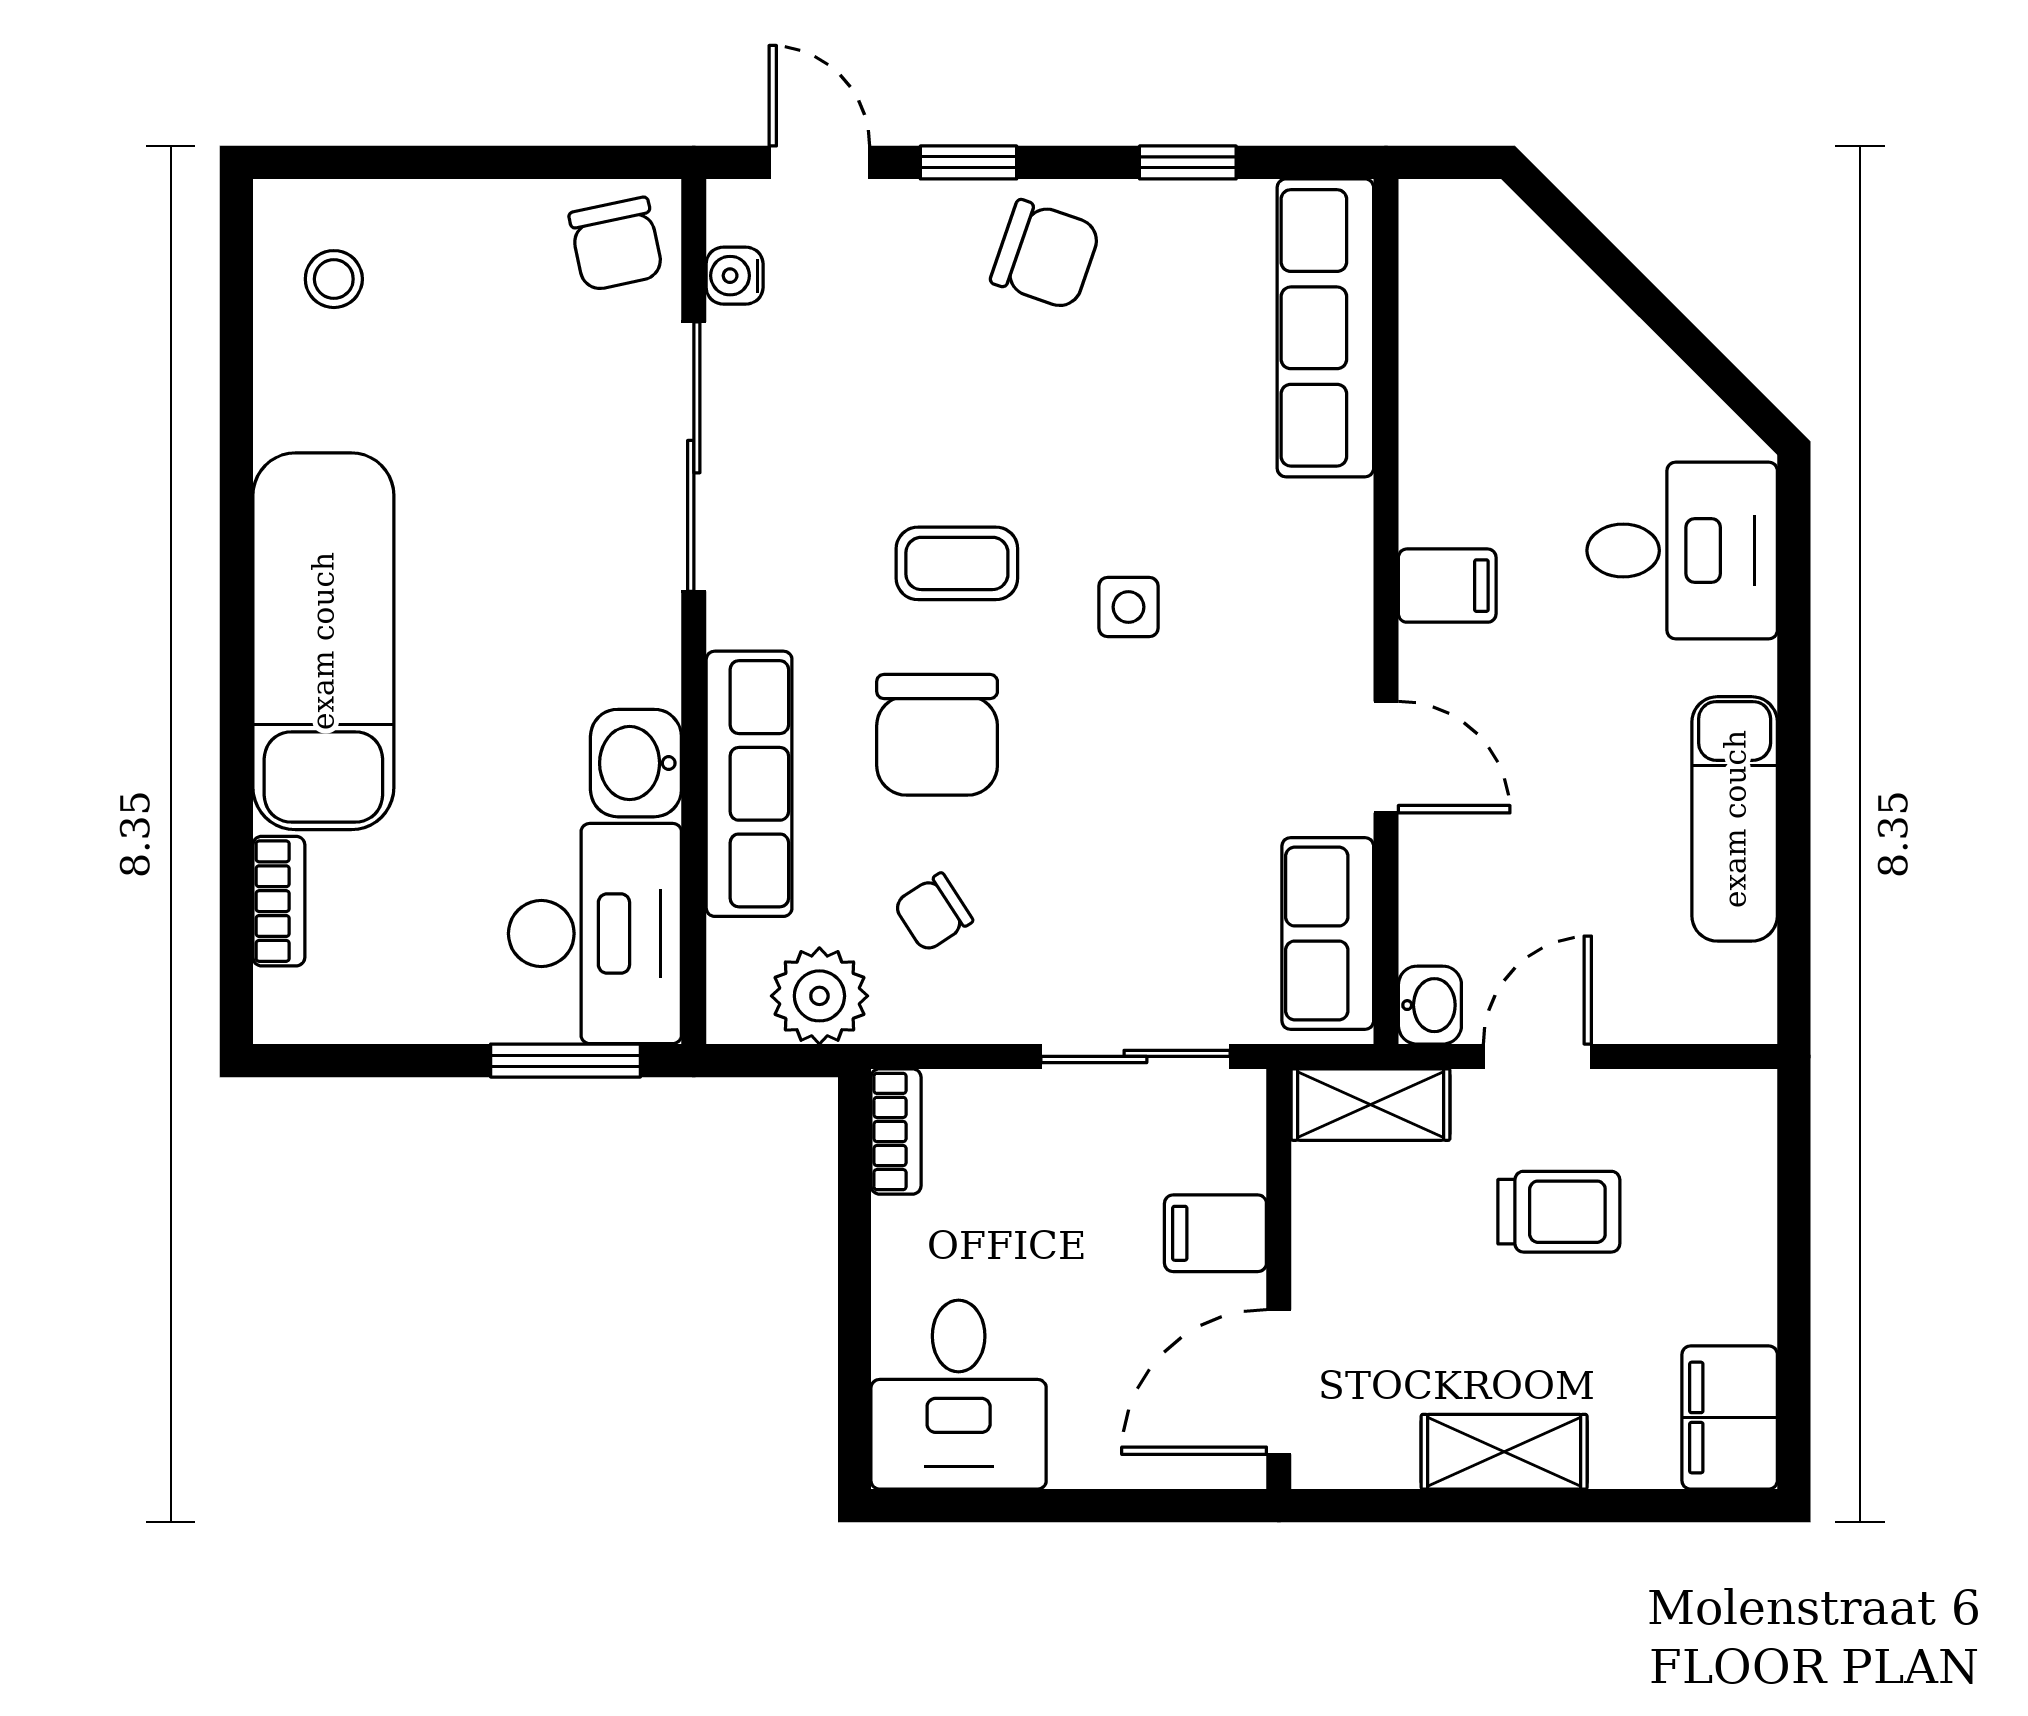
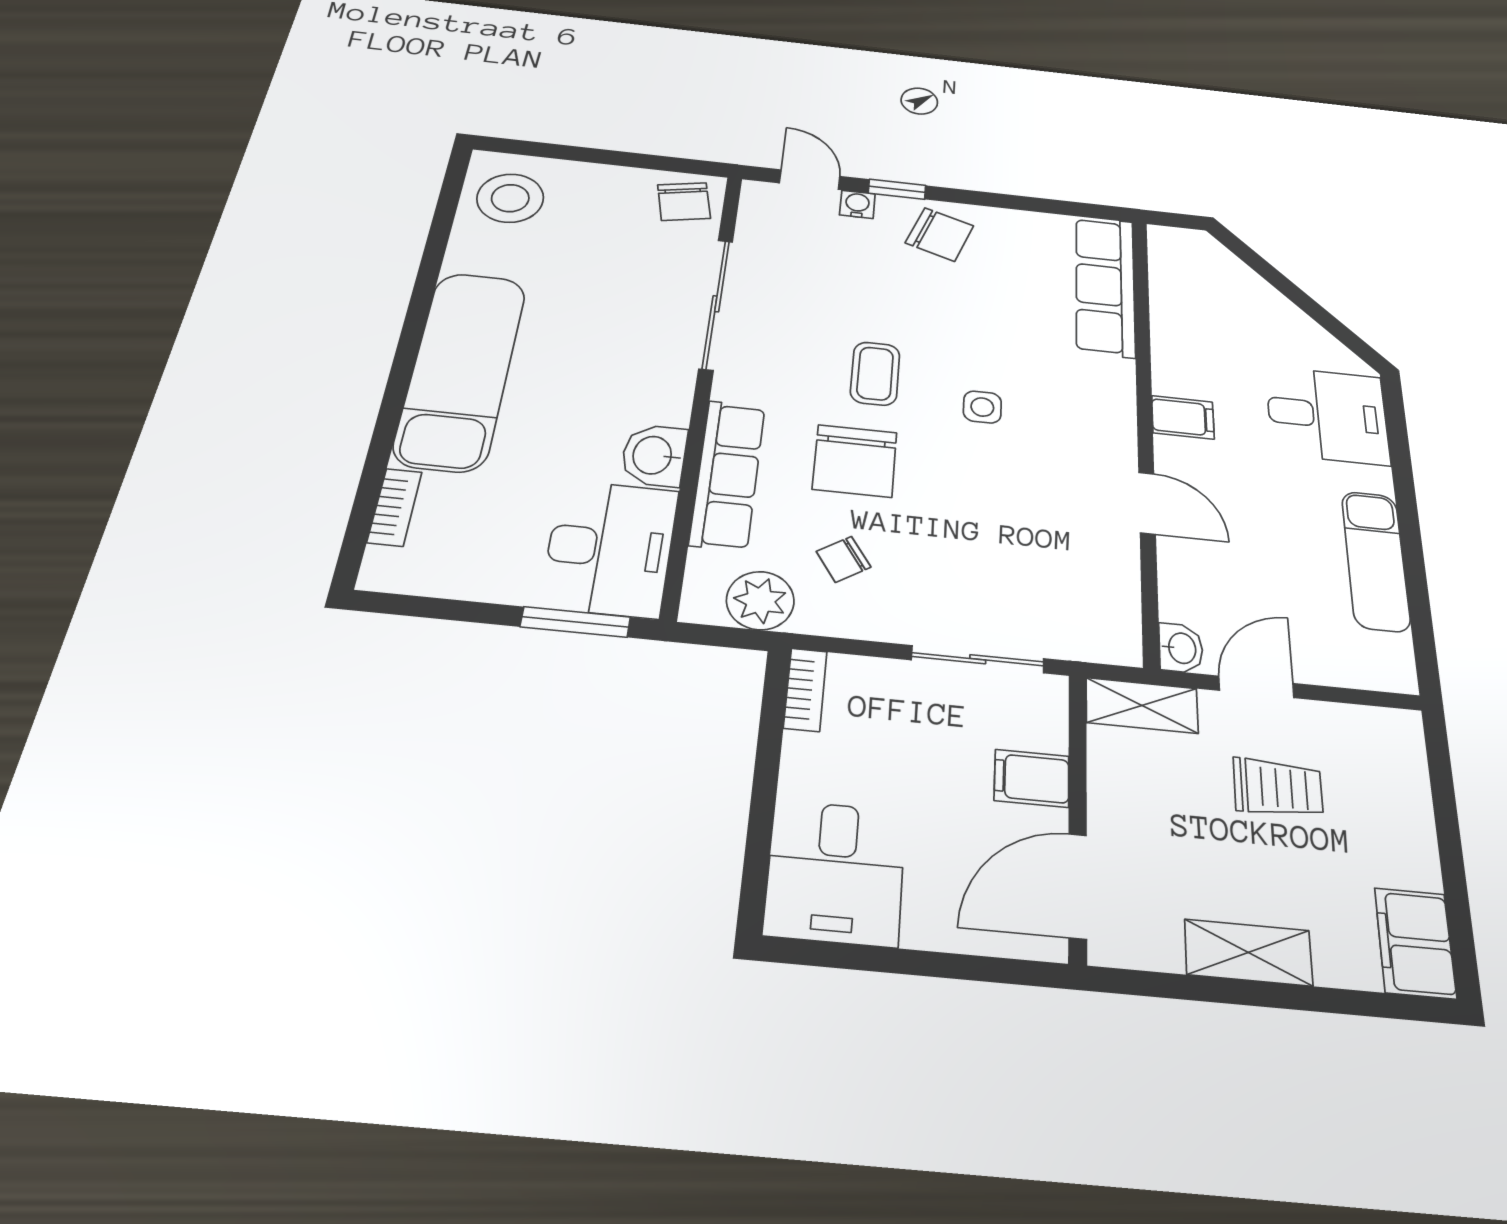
window: (1188, 162) -> (1025, 203), removed
water cooler: (735, 276) -> (857, 204), moved, turned 90
stool: (334, 279) -> (510, 198), width x1.89, depth x1.89
coffee table: (957, 563) -> (875, 374), turned 90
row of seats: (1328, 933) -> (1111, 599), removed

